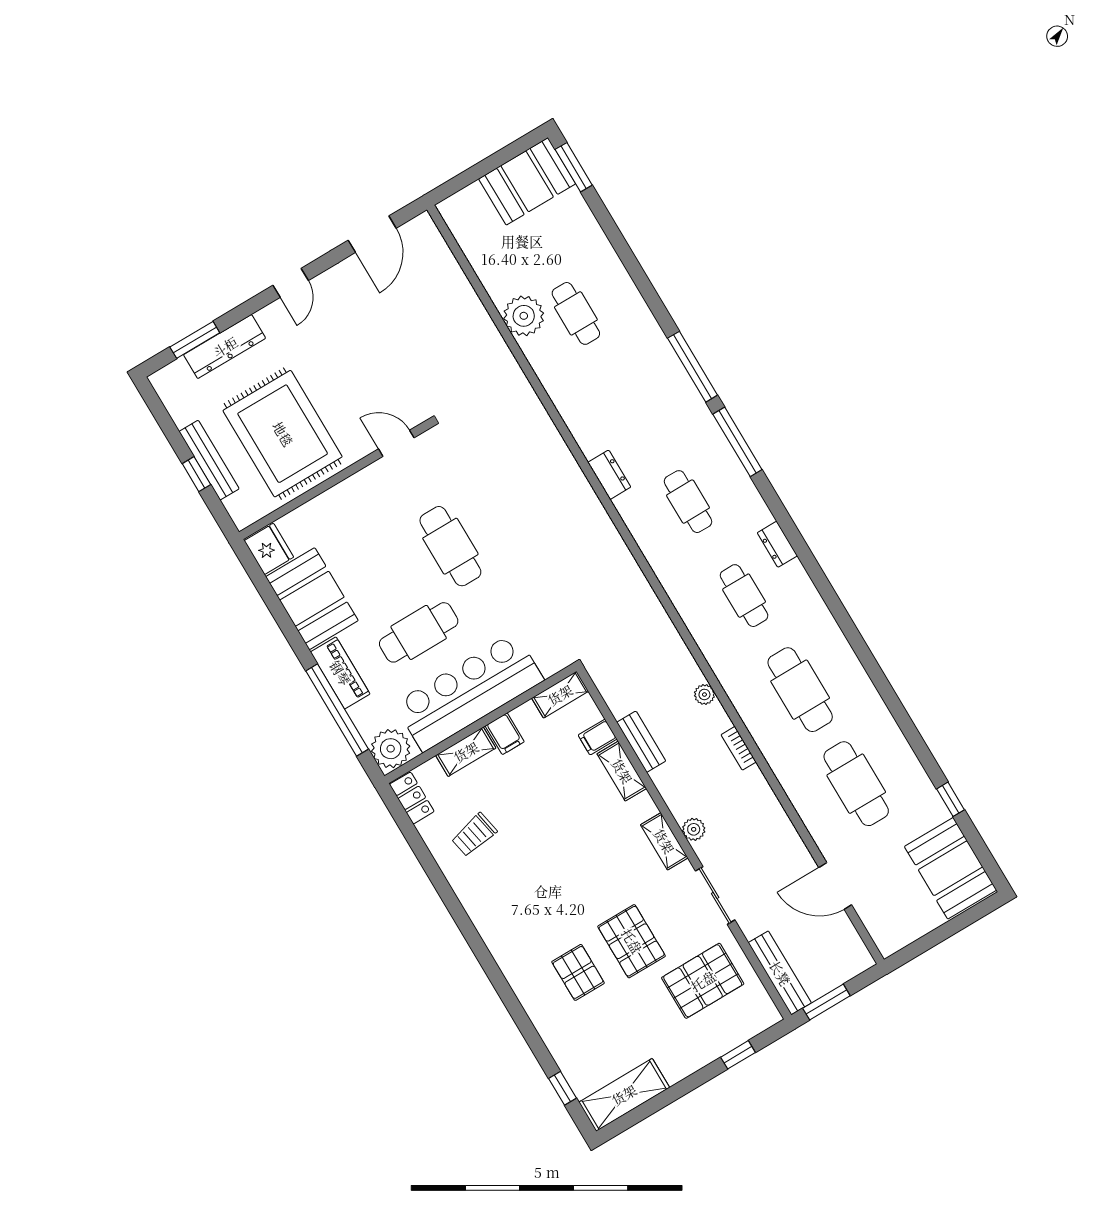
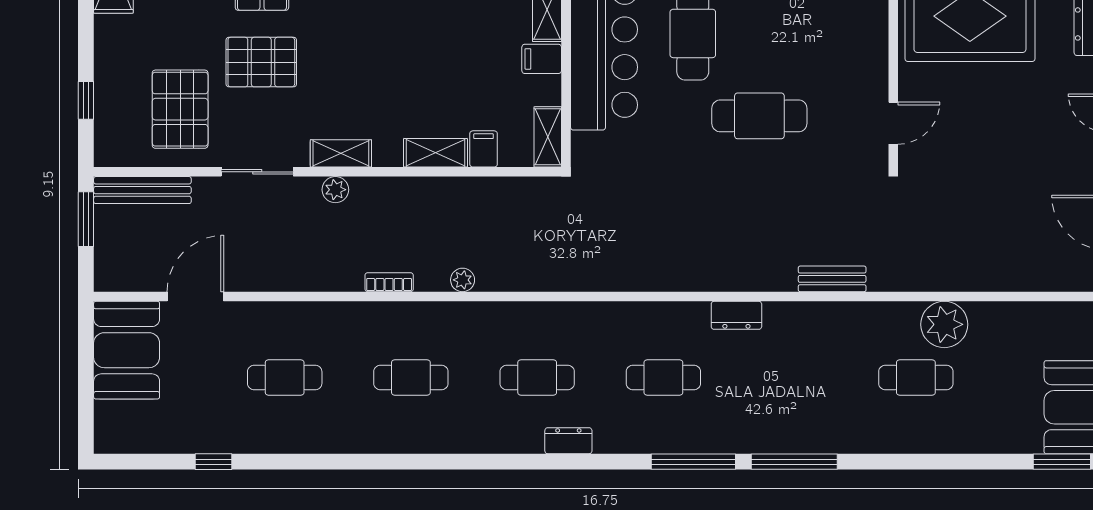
cafe table: (800, 690) -> (411, 378), width x0.73, depth x0.74
bench: (641, 742) -> (832, 279), moved
cafe table: (856, 784) -> (285, 378), width x0.73, depth x0.74
booth: (951, 868) -> (127, 350), moved, turned 90

